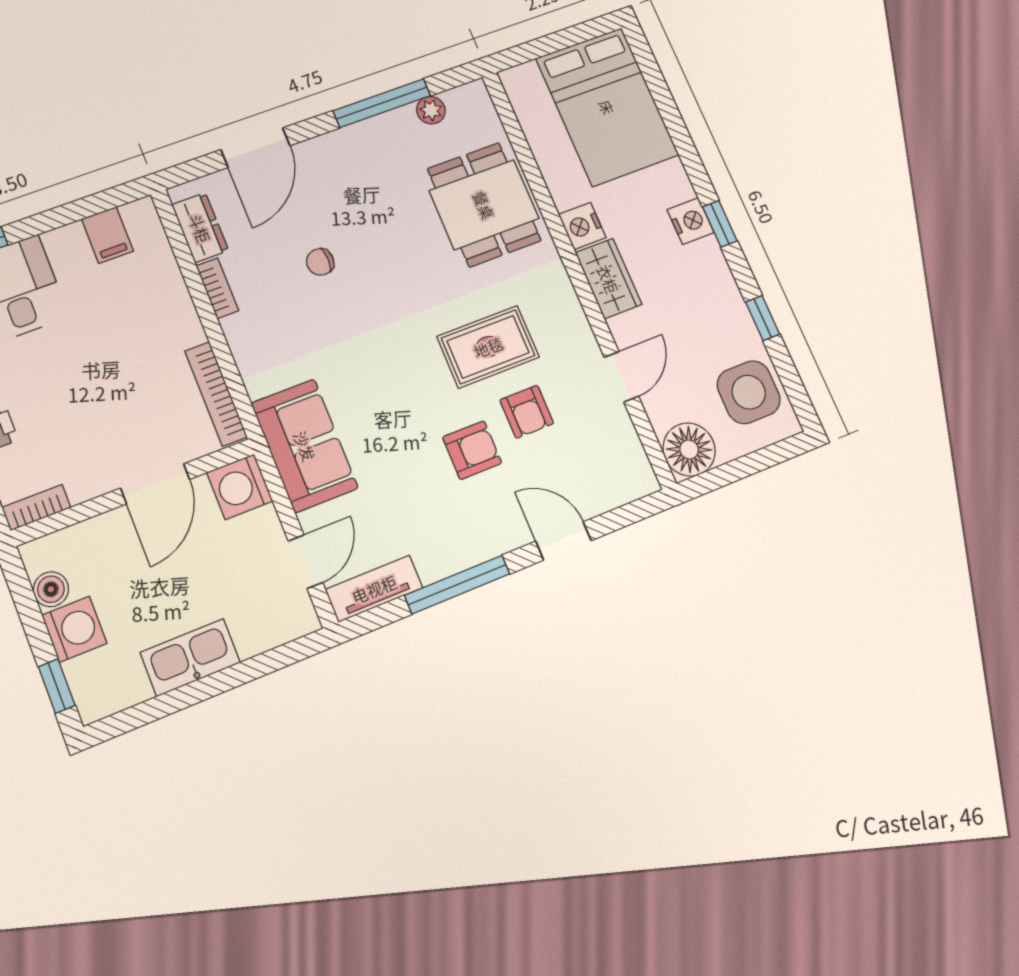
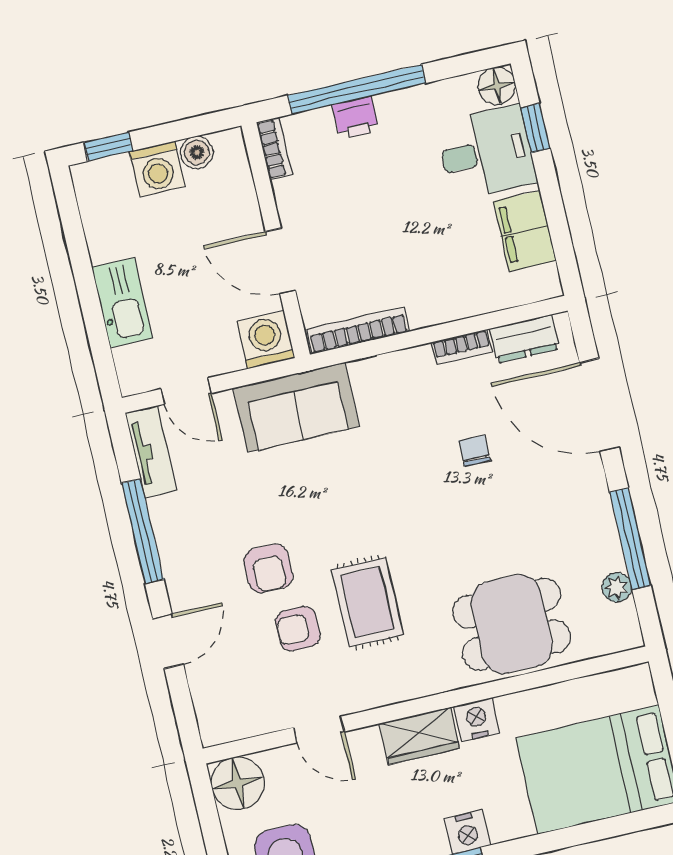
door: (256, 148) -> (599, 405), width x1.36
filing cabinet: (107, 235) -> (525, 231), width x2.00
kitchen sink: (190, 657) -> (122, 303), moved

